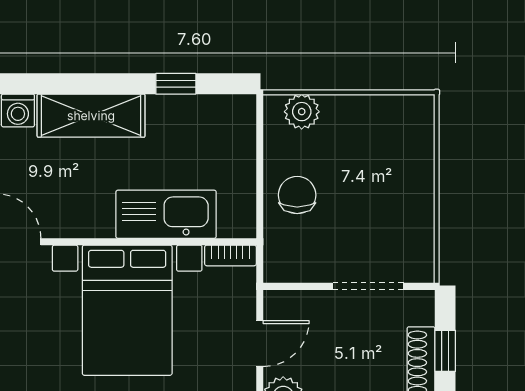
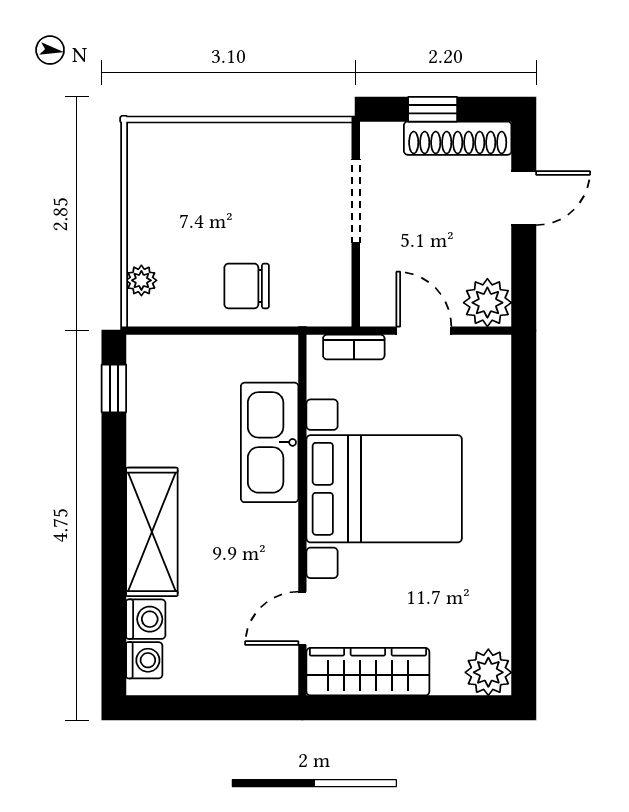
window: (176, 84) -> (114, 388), moved
plant: (302, 112) -> (141, 280), width x0.73, depth x0.73
bookcase: (230, 255) -> (354, 347), moved, turned 90

